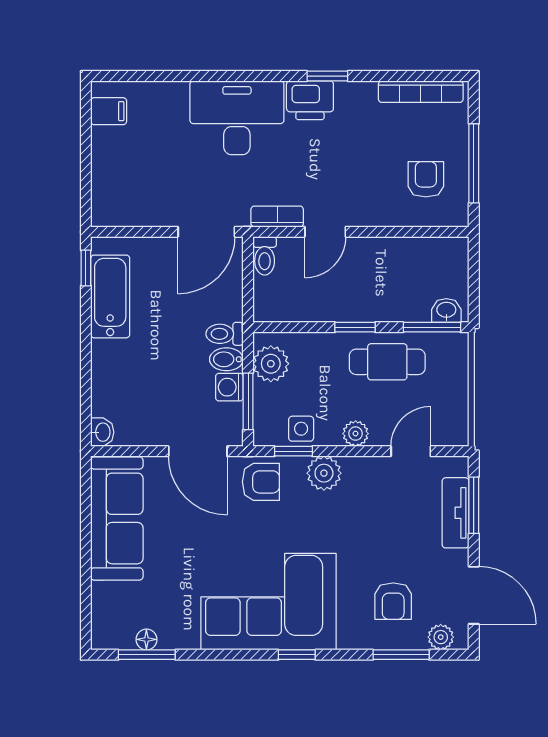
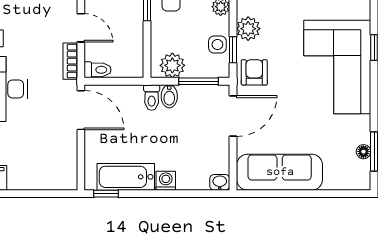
washing machine: (229, 387) -> (166, 181), moved, turned 180

